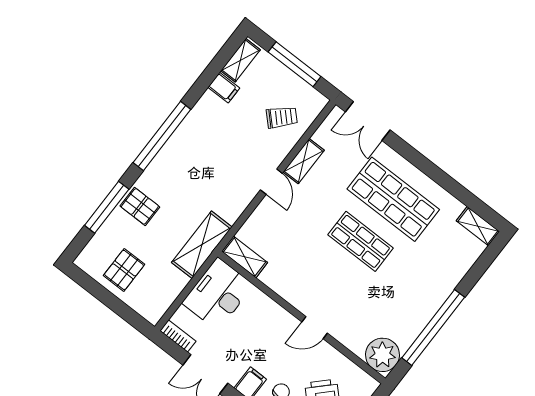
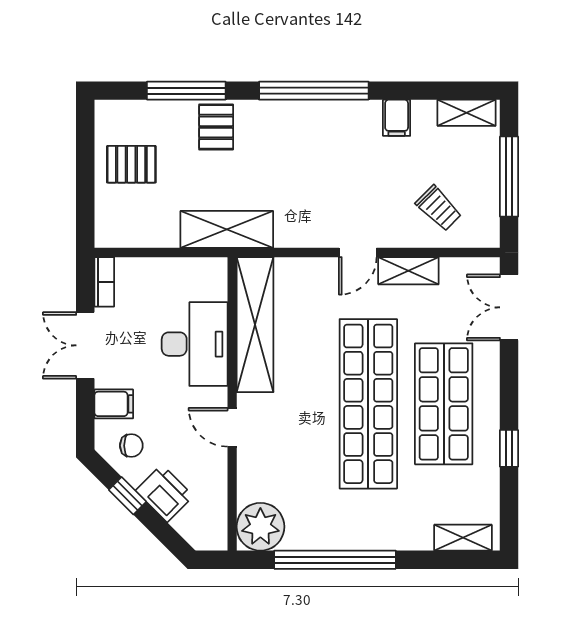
filing cabinet: (224, 88) -> (397, 118), moved
window: (446, 182) -> (509, 448), added
shelving: (478, 226) -> (463, 538), moved, turned 90
shop shelf: (361, 241) -> (368, 404), width x2.00, depth x1.36
shelving: (245, 257) -> (255, 325), width x2.20, depth x1.33
desk: (218, 294) -> (195, 344), moved, turned 90

